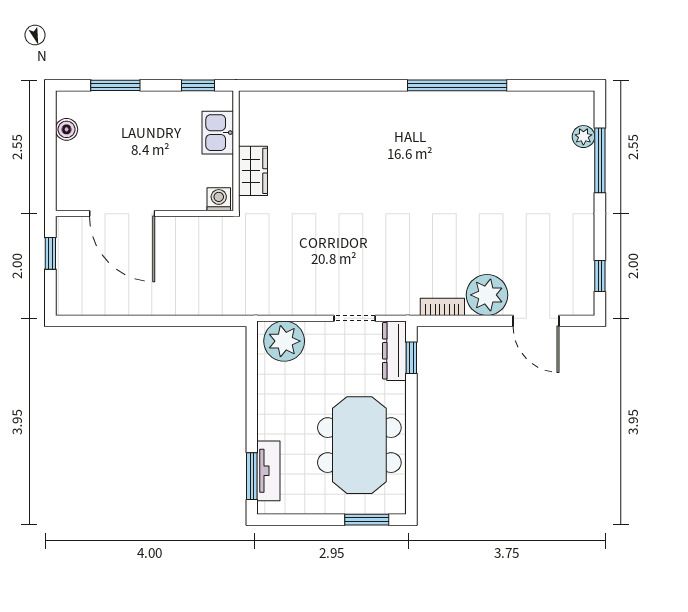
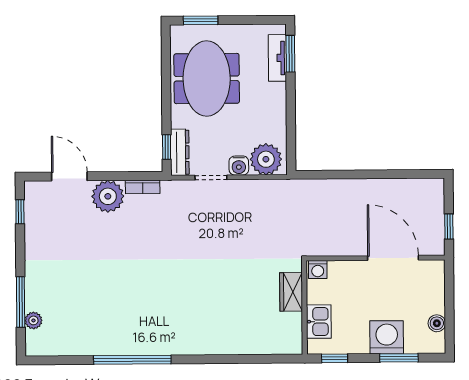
washing machine: (131, 112) -> (387, 337), added
water cooler: (319, 333) -> (239, 166), added

